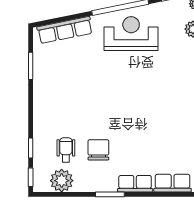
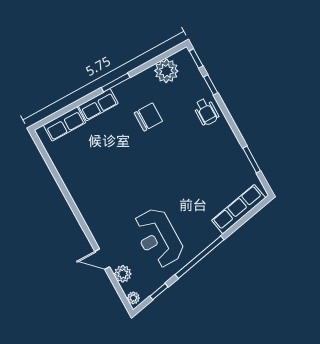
reception desk: (131, 34) -> (158, 238), moved, turned 90
wheelchair: (66, 150) -> (206, 112), moved
chair: (98, 150) -> (148, 117), turned -90

